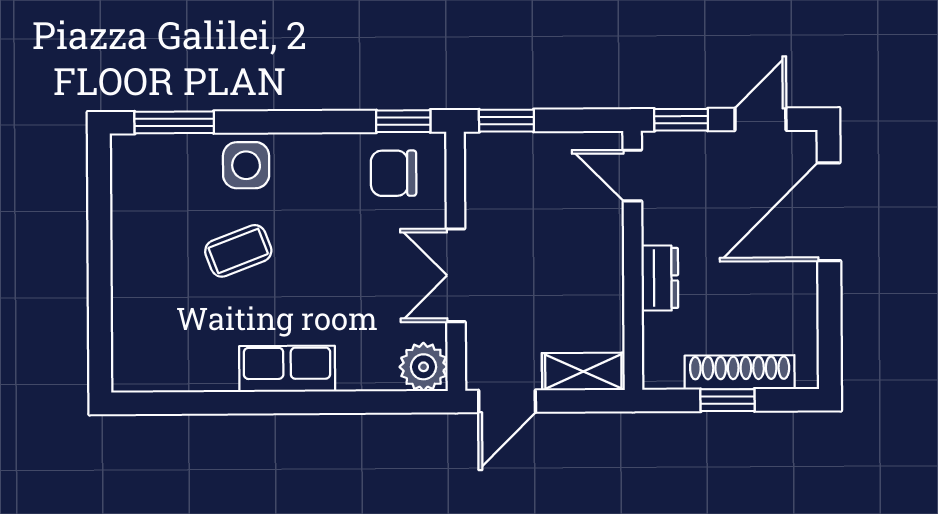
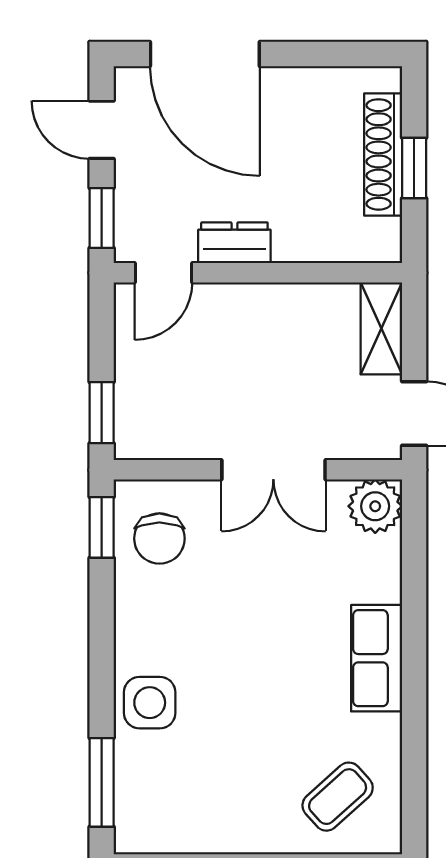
coffee table: (238, 251) -> (338, 797), moved, turned 69
dresser: (660, 278) -> (234, 243), moved

